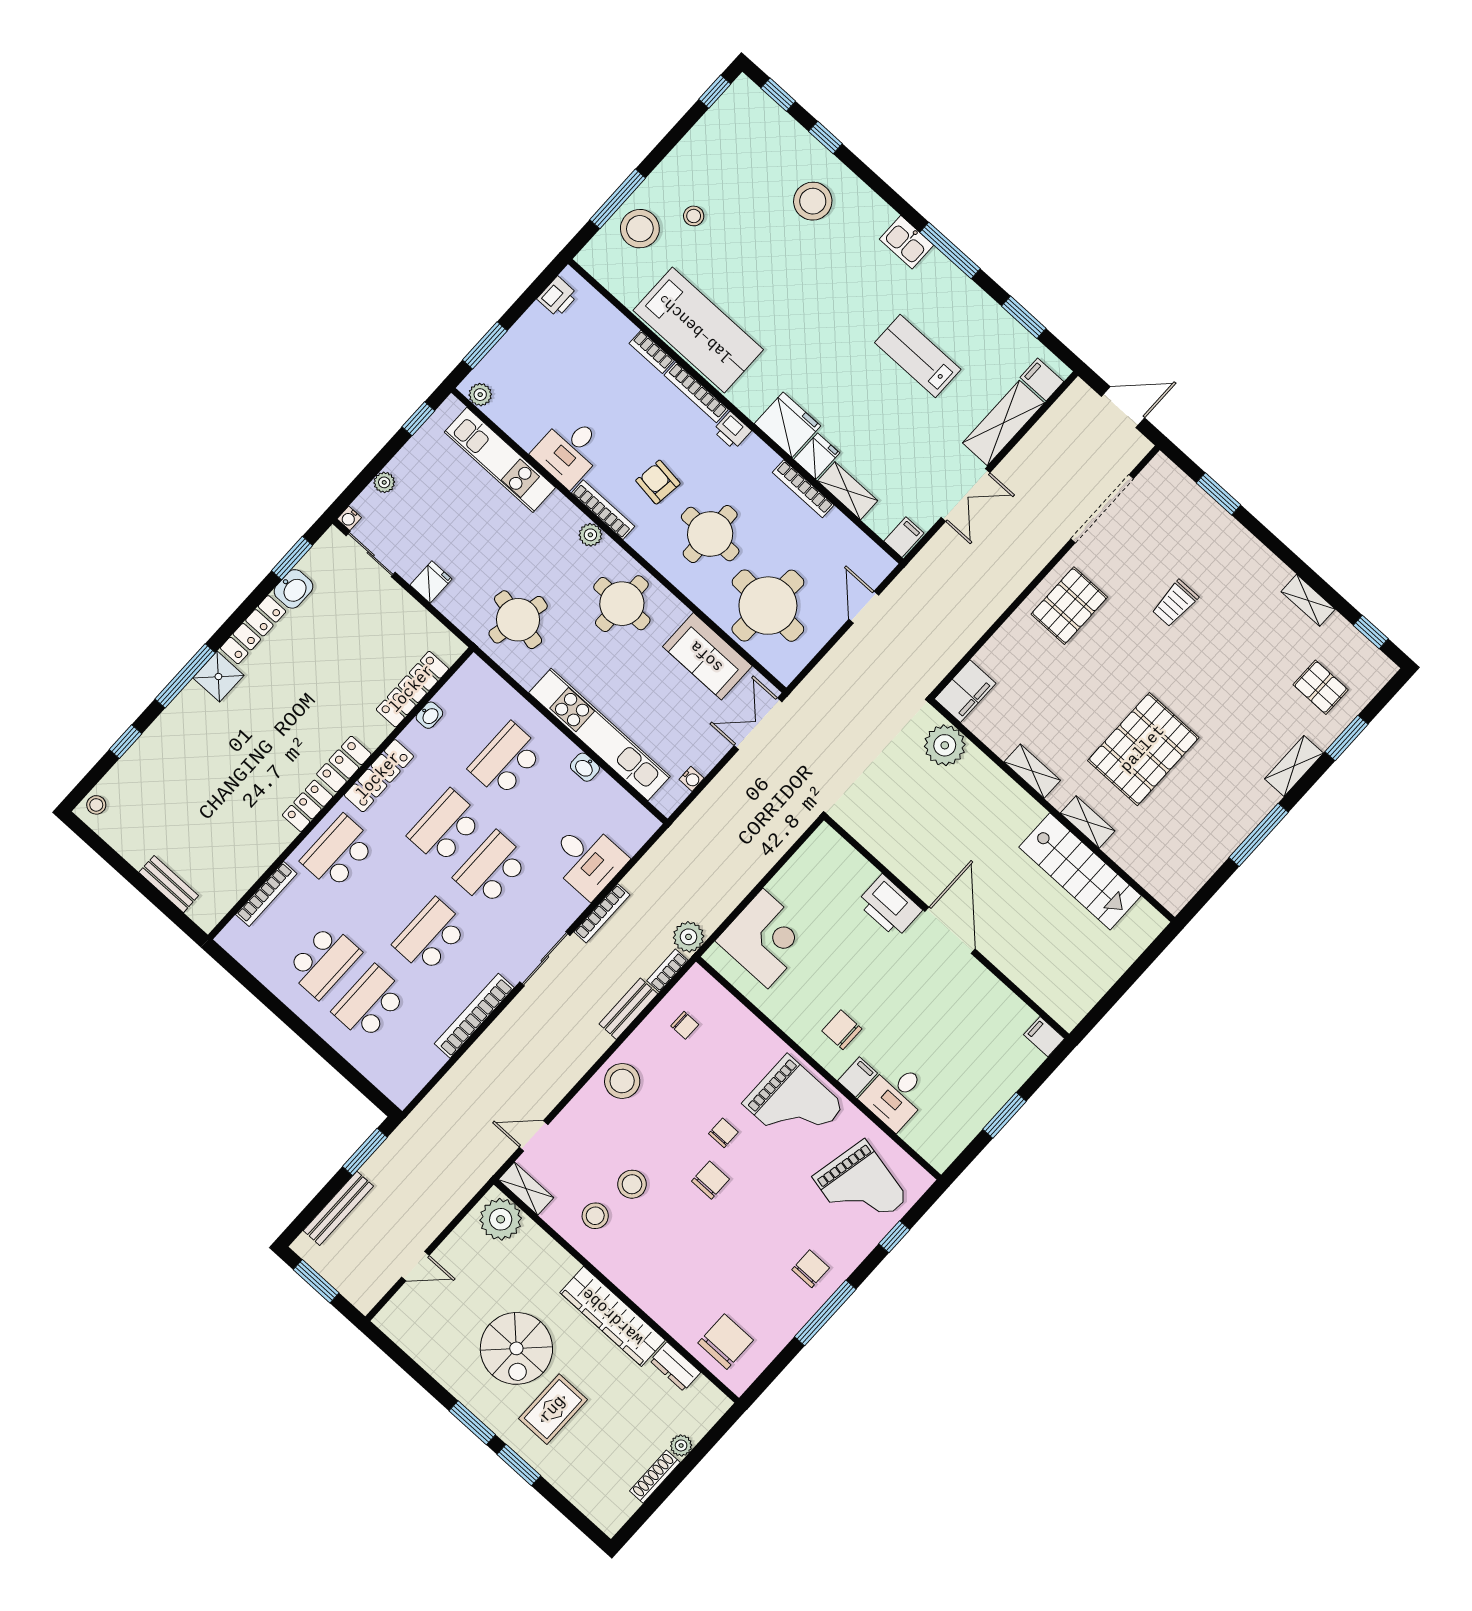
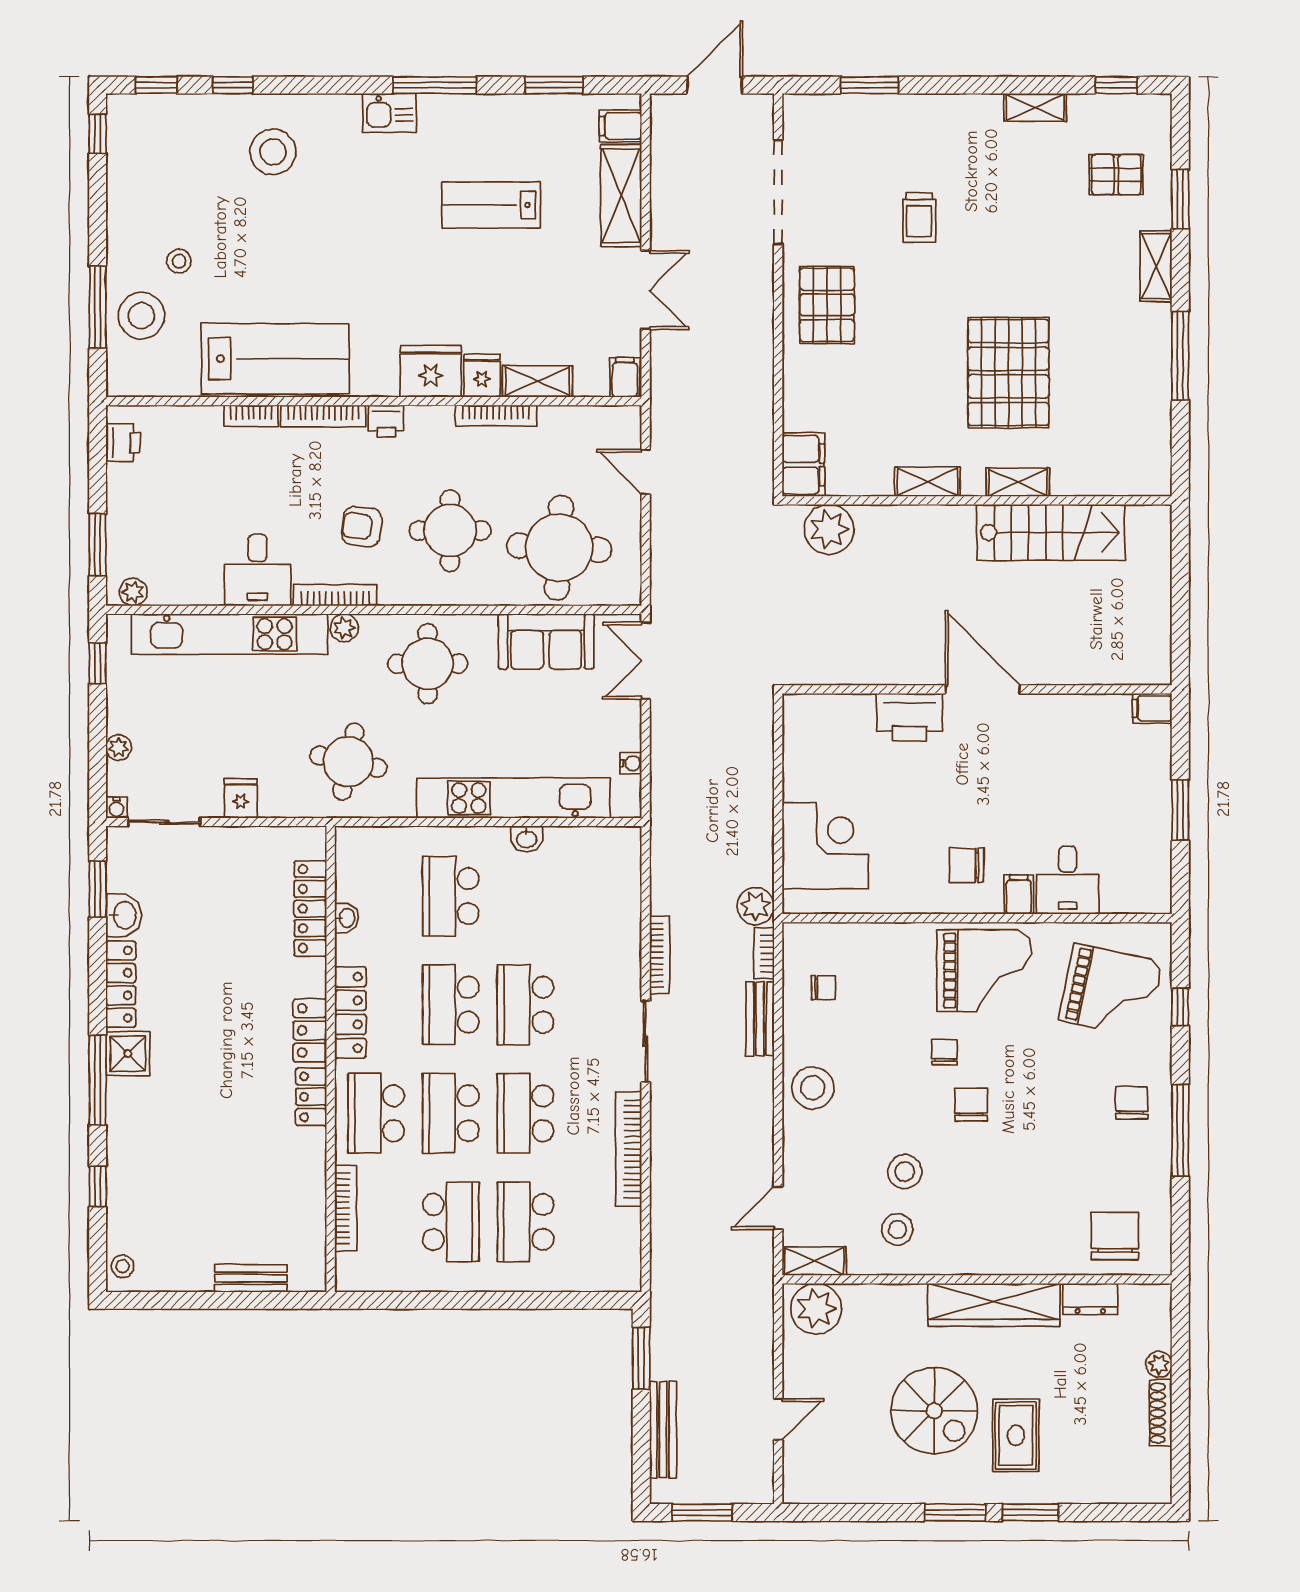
kitchen unit: (500, 460) -> (229, 634), width x1.36
desk: (587, 859) -> (603, 919), removed
school desk: (384, 894) -> (451, 1113), added

